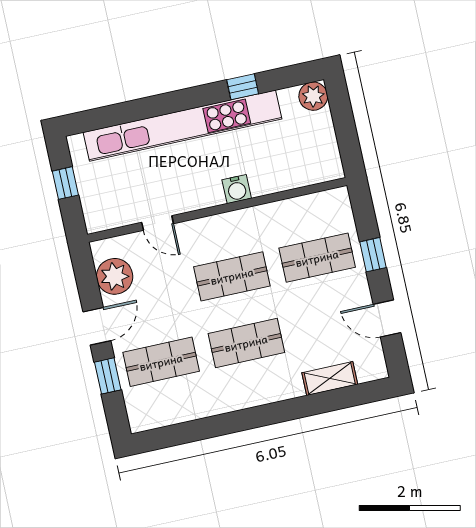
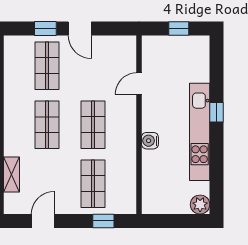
window: (243, 87) -> (216, 112), moved
kitchen unit: (182, 126) -> (200, 132), width x0.73
window: (373, 255) -> (103, 221), moved
plant: (115, 276) -> (110, 48), removed

